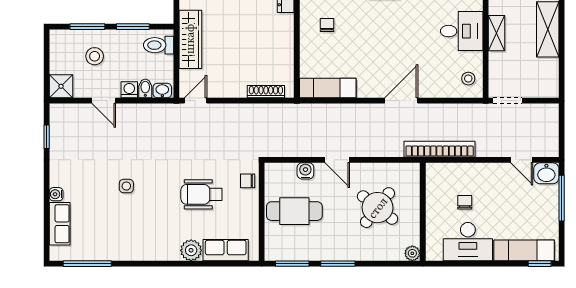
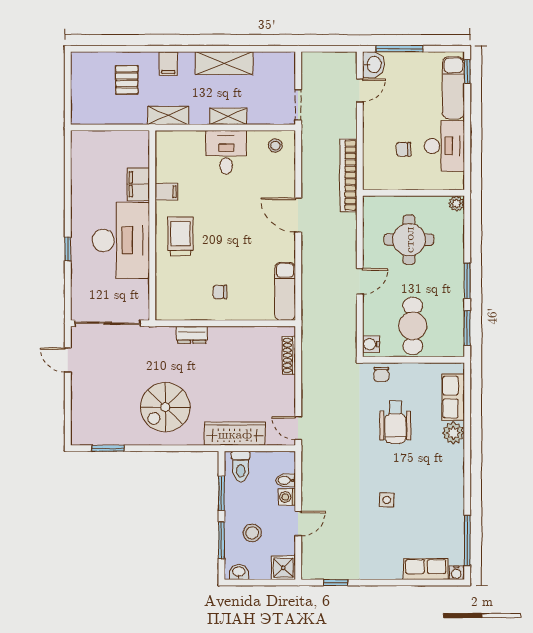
washbasin: (162, 91) -> (239, 572), moved, turned 90
water cooler: (305, 171) -> (371, 344), moved
water cooler: (56, 194) -> (456, 573), moved
round table: (378, 208) -> (409, 240), turned -38

